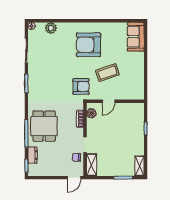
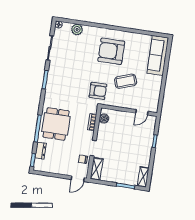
sofa: (136, 37) -> (158, 55), width x1.36
door: (109, 101) -> (142, 112), moved

